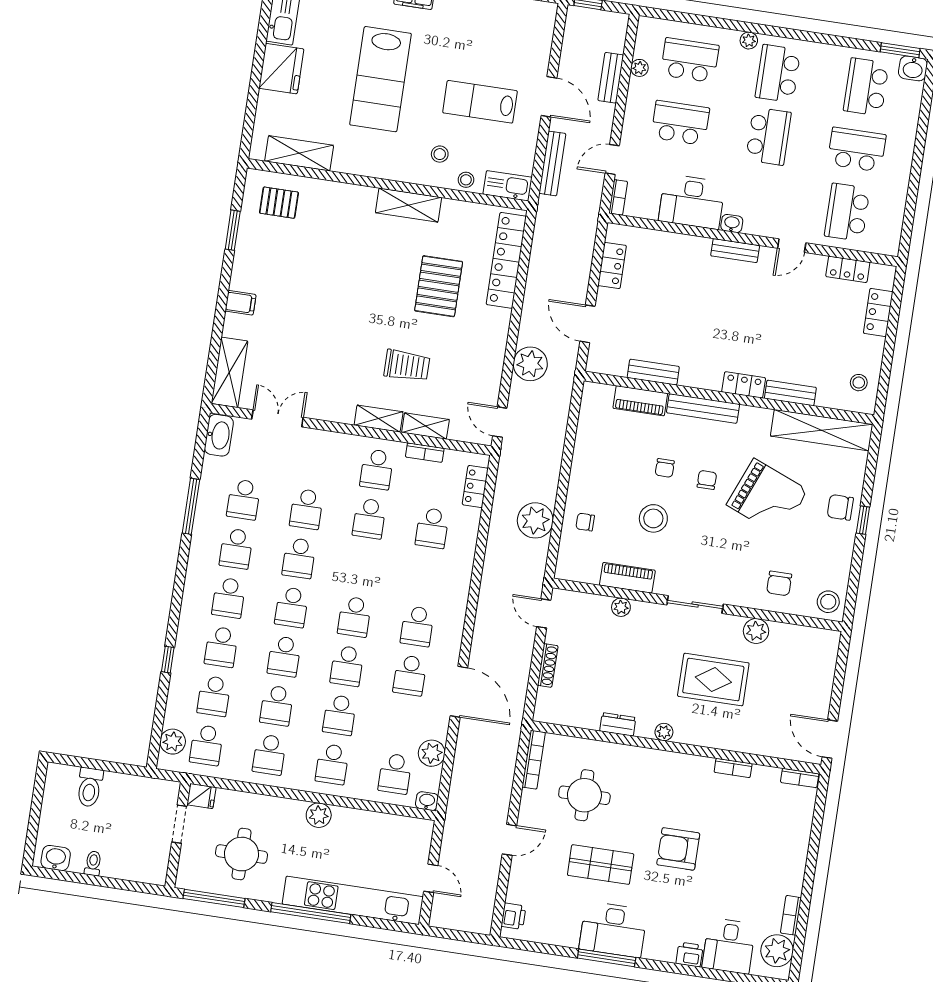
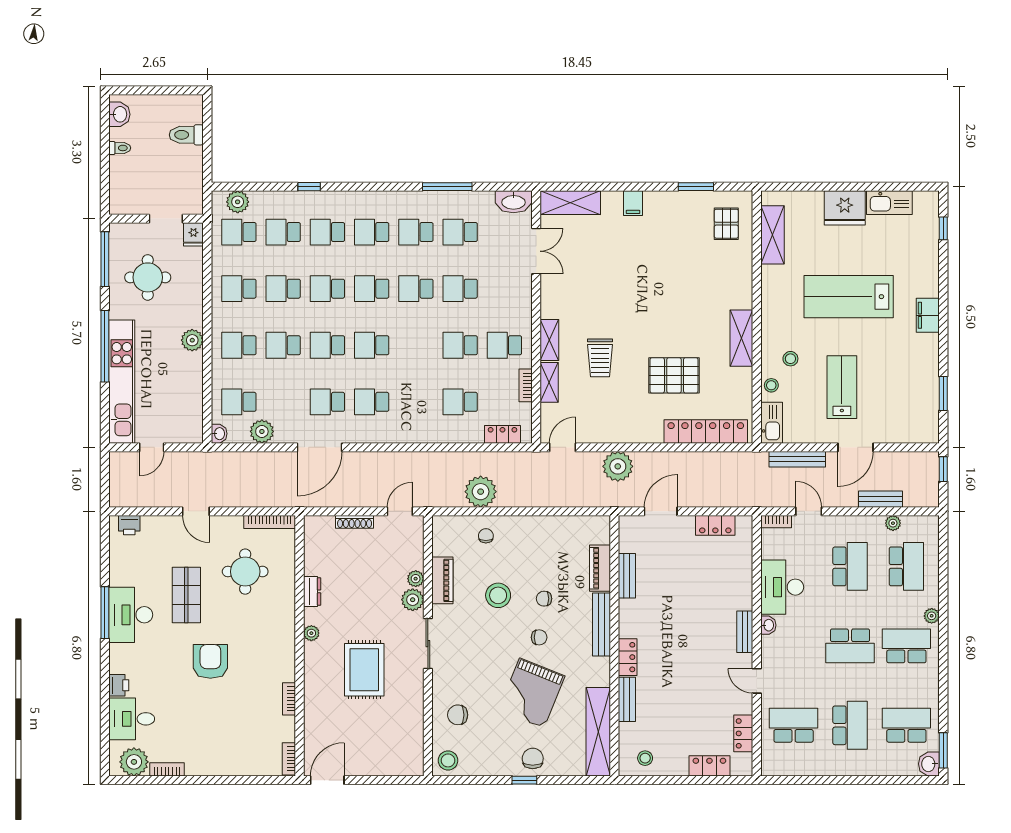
plant: (756, 631) -> (413, 600), moved

